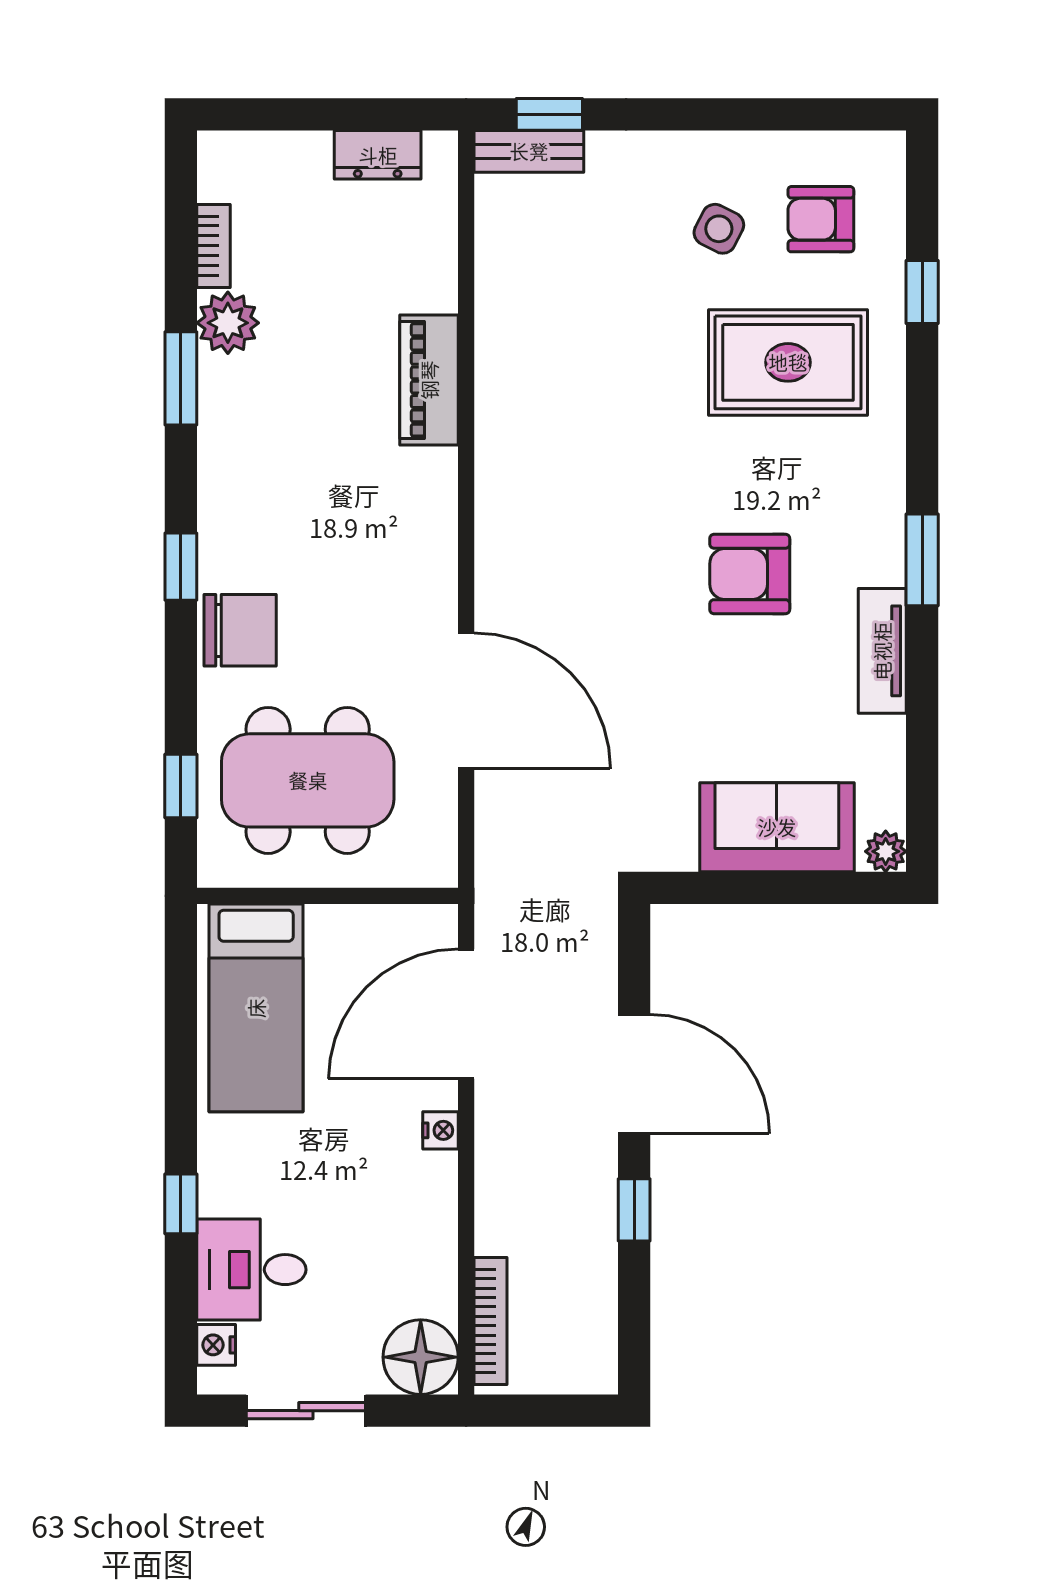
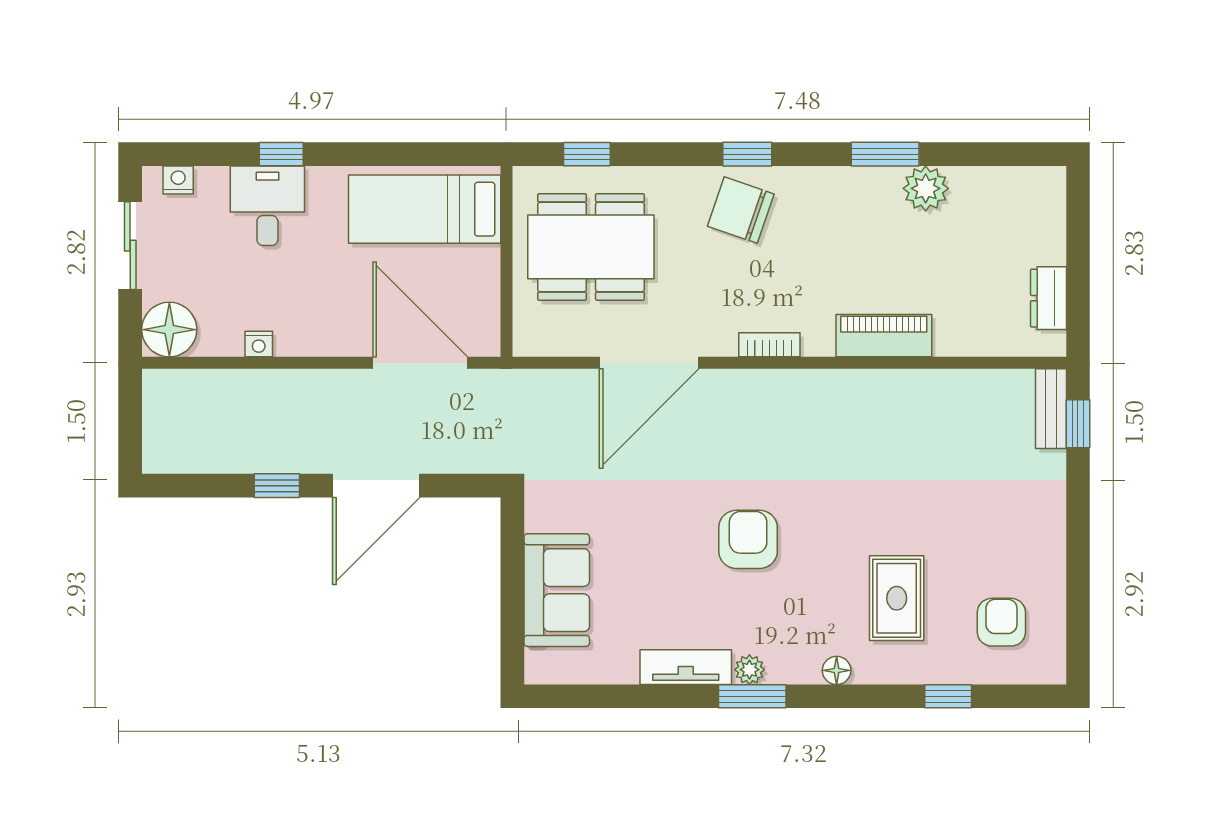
side table: (719, 229) -> (994, 548), removed
bookcase: (213, 246) -> (769, 345), moved, turned 180
rug: (788, 362) -> (897, 598), width x0.73, depth x0.70
floor lamp: (887, 445) -> (837, 670), added
armchair: (750, 574) -> (748, 539), moved
chair: (240, 630) -> (741, 210), moved, turned 109
dining table: (308, 780) -> (591, 247), turned 90
plant: (886, 851) -> (749, 670), moved
nightstand: (441, 1130) -> (259, 344), moved
desk: (251, 1270) -> (267, 206), moved
bookcase: (490, 1321) -> (196, 381), removed

